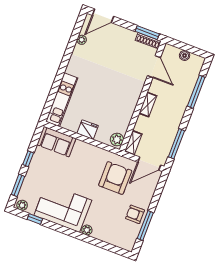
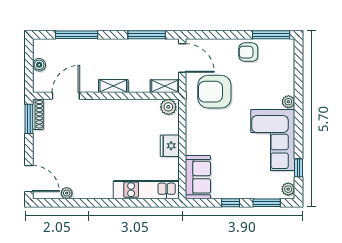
armchair: (135, 214) -> (248, 52), turned 90
window: (145, 226) -> (271, 35), moved

